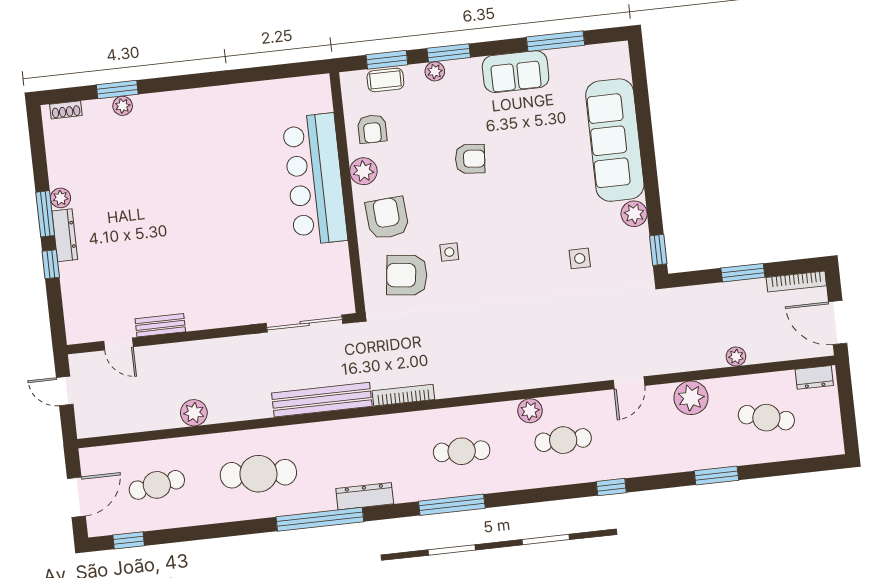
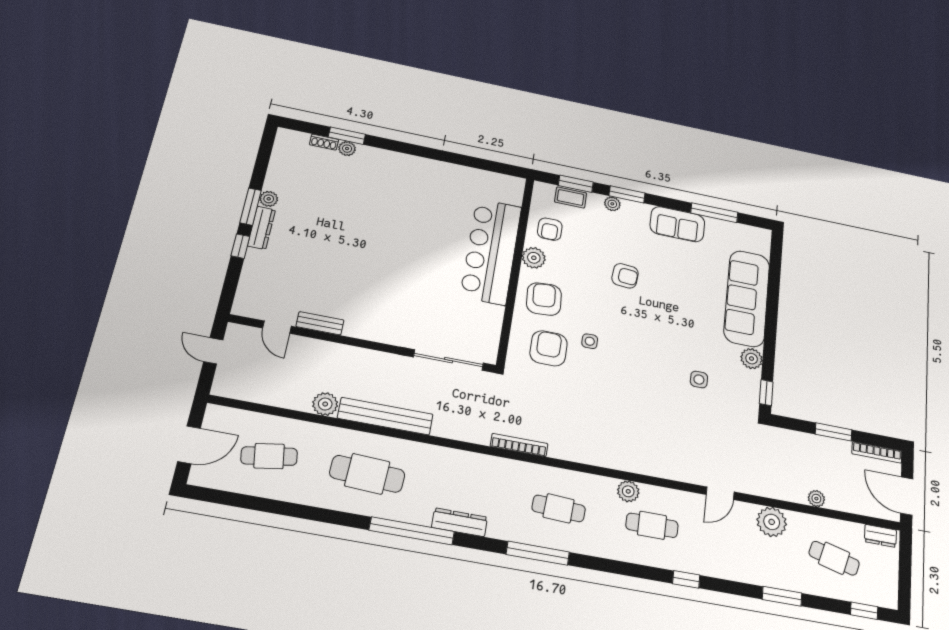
shoe rack: (66, 110) -> (324, 142), moved
armchair: (407, 275) -> (549, 348), turned 83
bench: (322, 400) -> (385, 416), moved
window: (129, 540) -> (864, 611), moved

